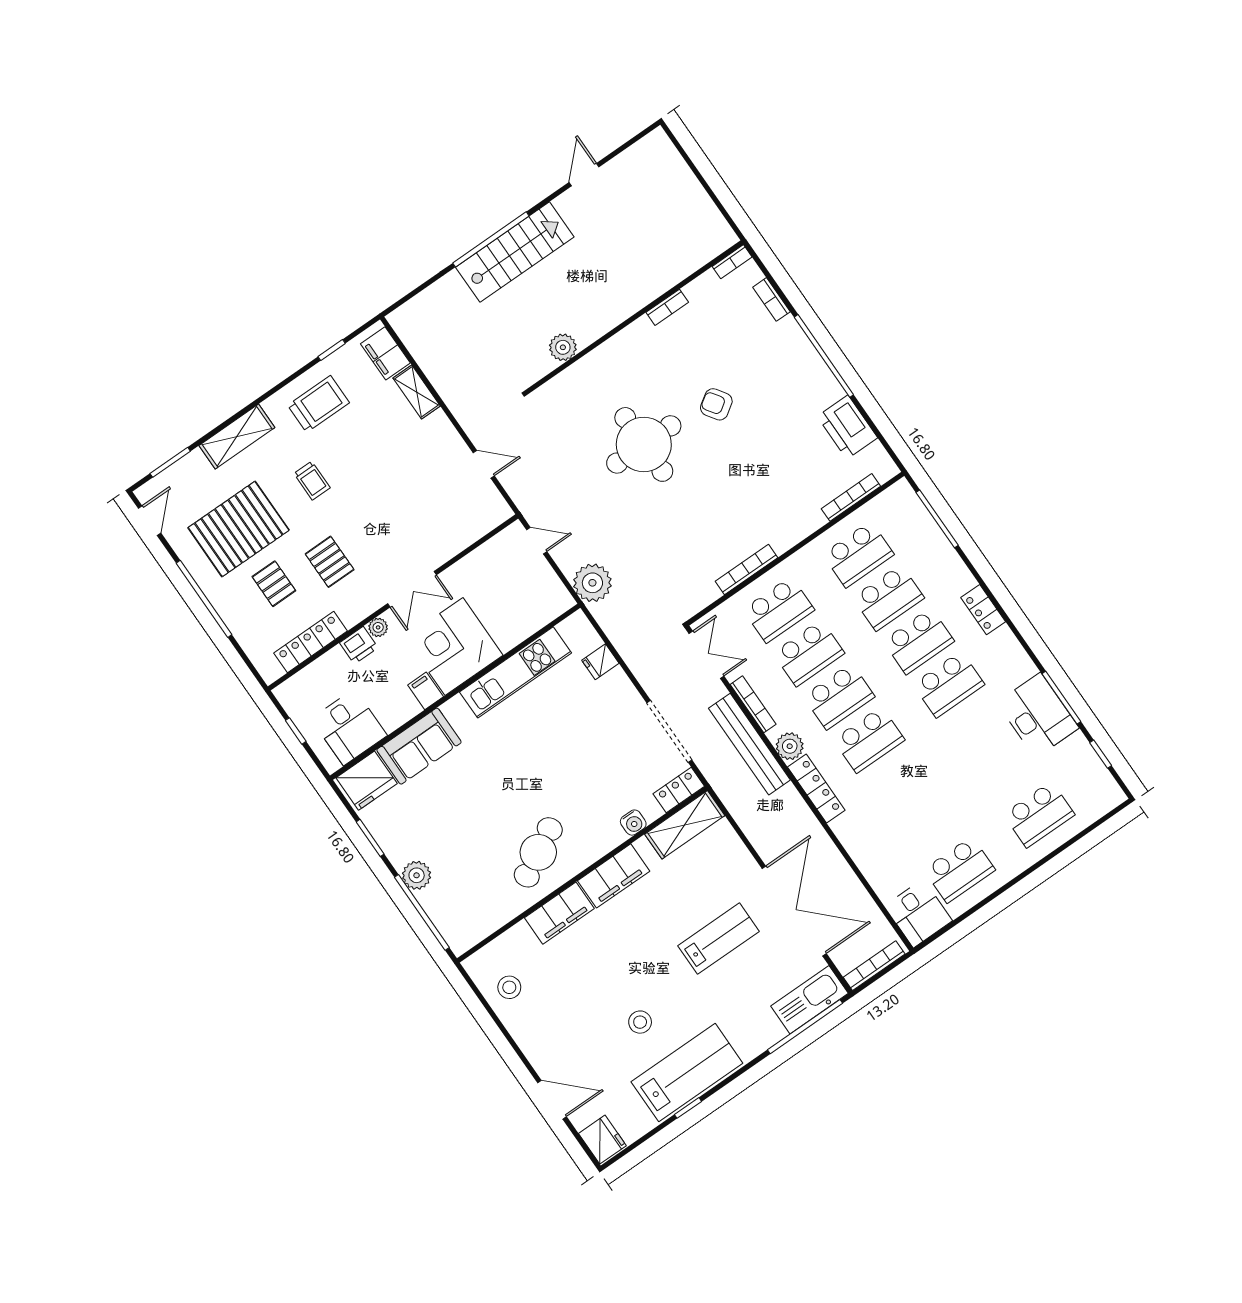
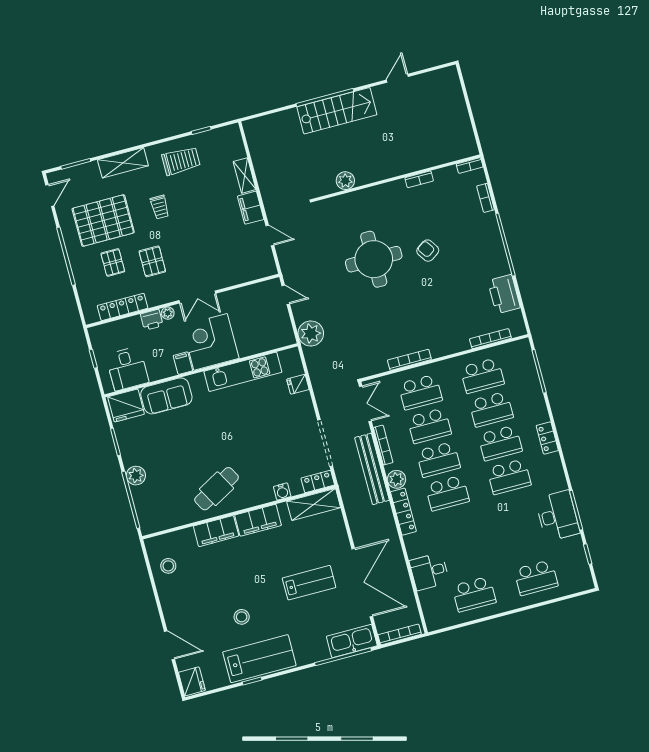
filing cabinet: (385, 353) -> (251, 208), moved
desk: (918, 913) -> (429, 571), moved, turned 90

